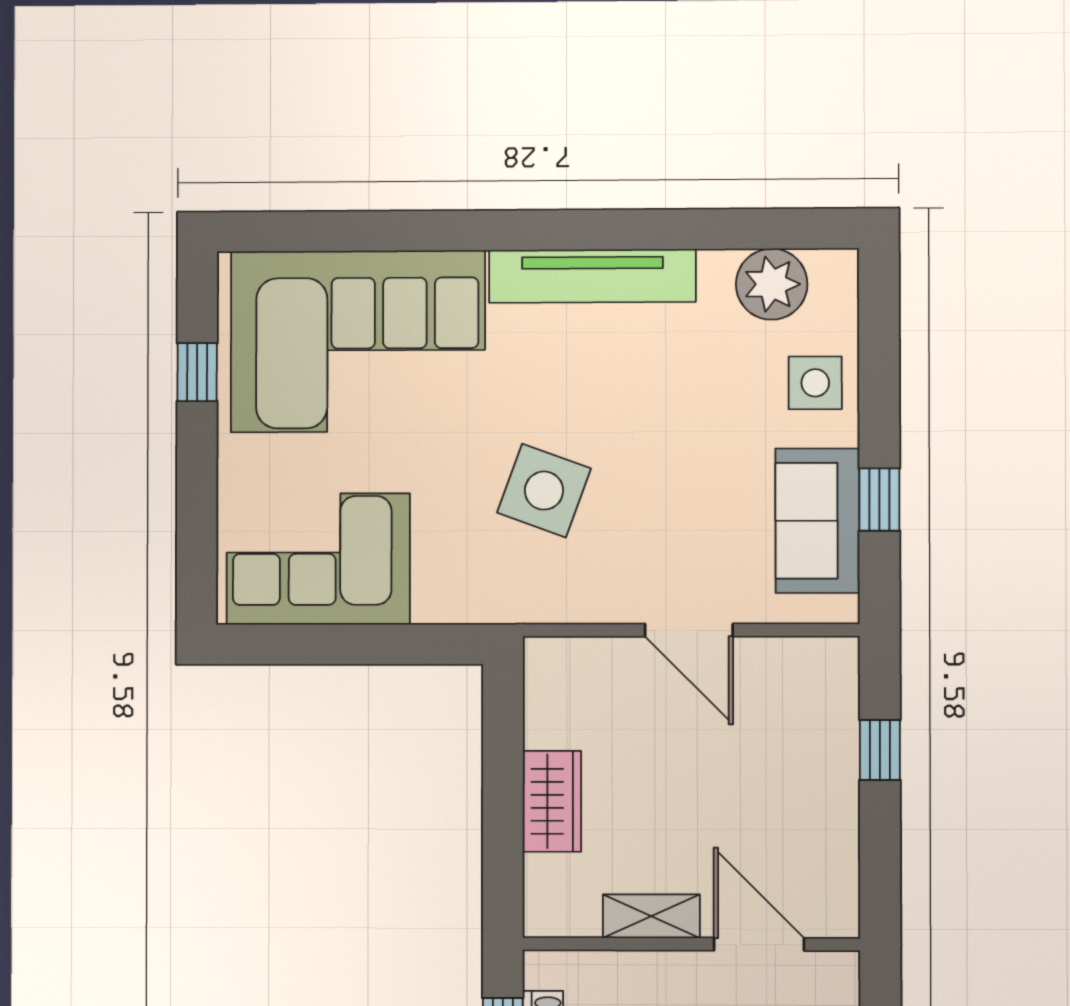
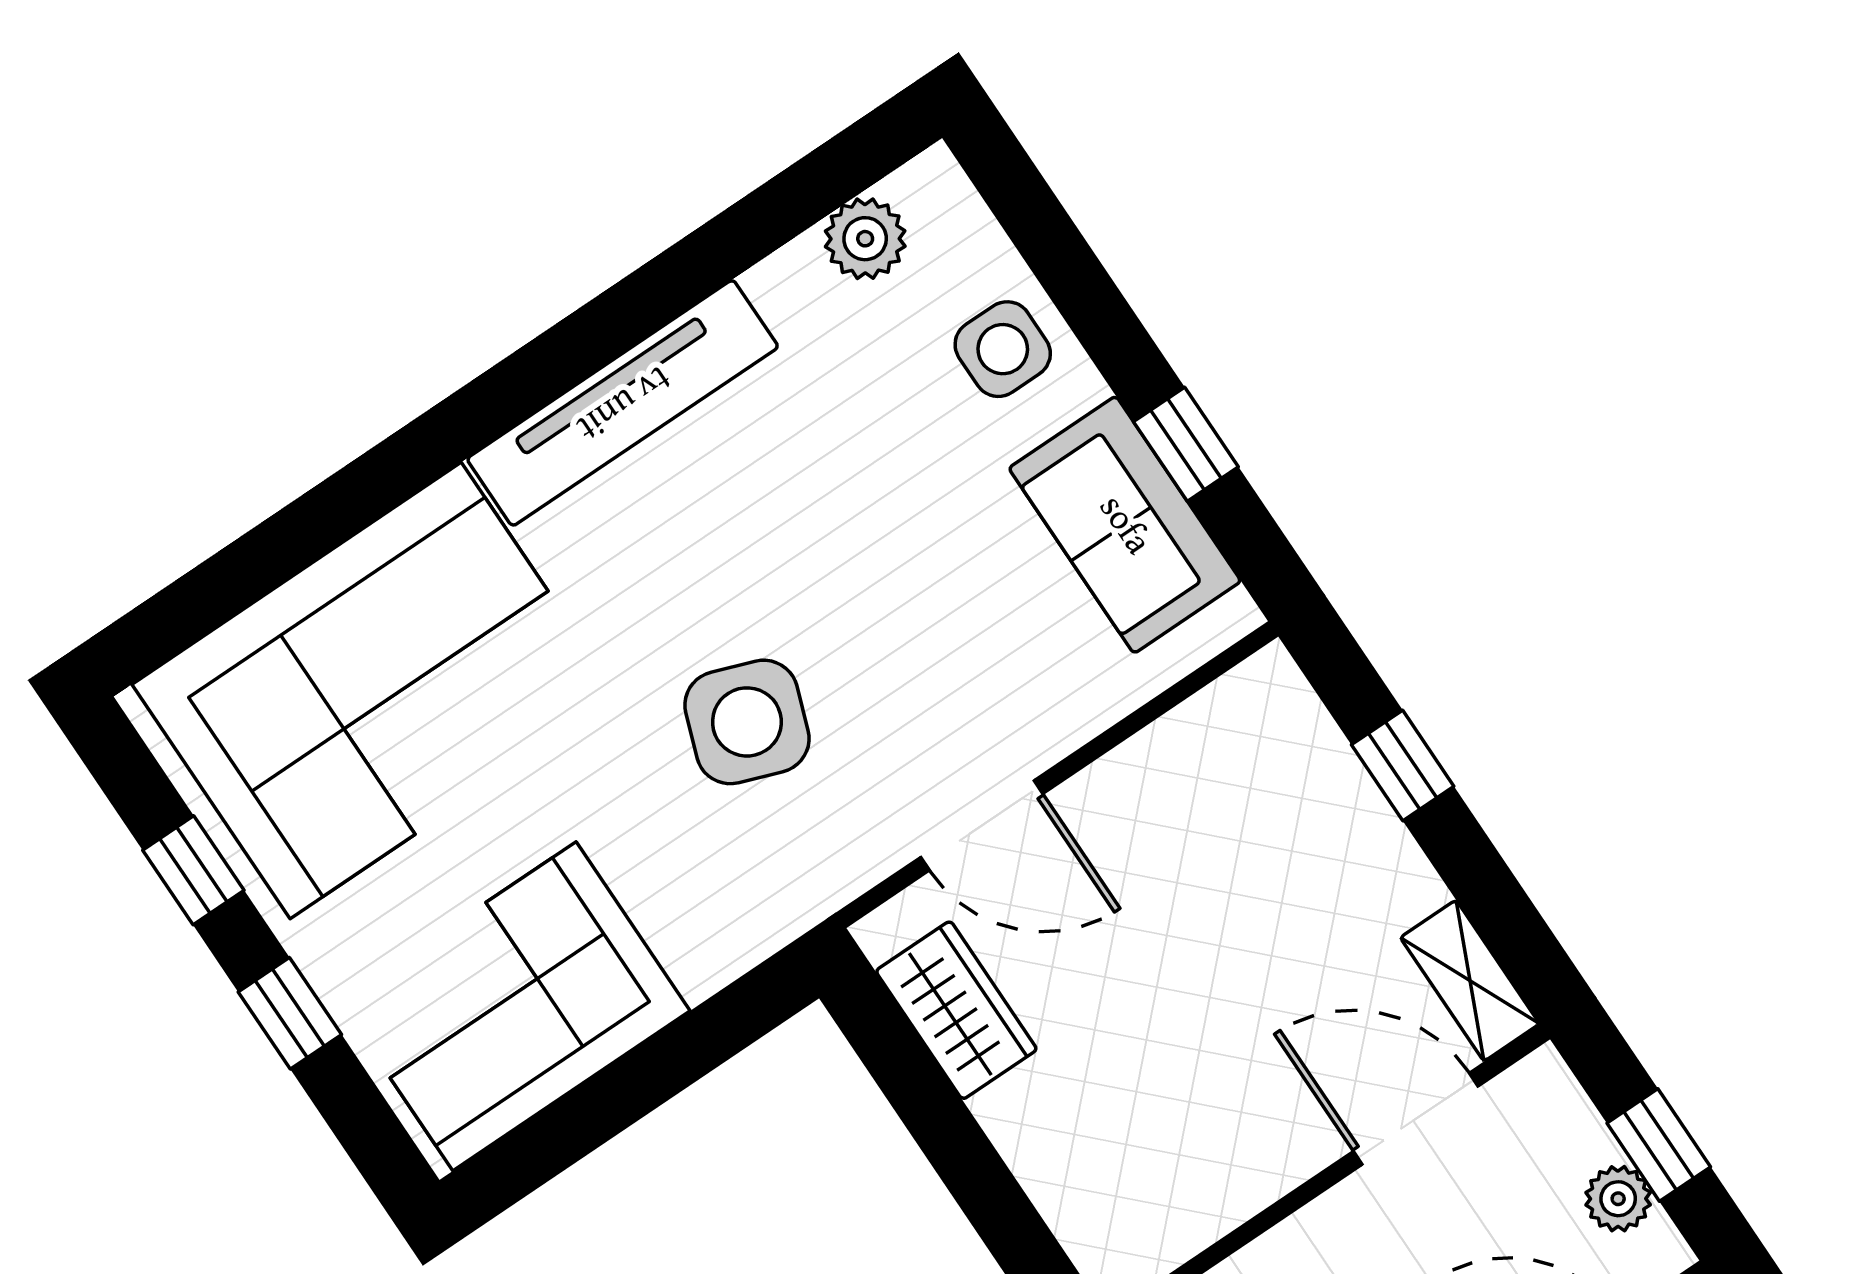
plant: (772, 284) -> (865, 239), width x0.73, depth x0.73
window: (197, 482) -> (290, 1013), added
door: (689, 630) -> (982, 825), moved
wardrobe: (552, 801) -> (956, 1010), moved
shelving: (651, 916) -> (1470, 981), moved, turned 90

